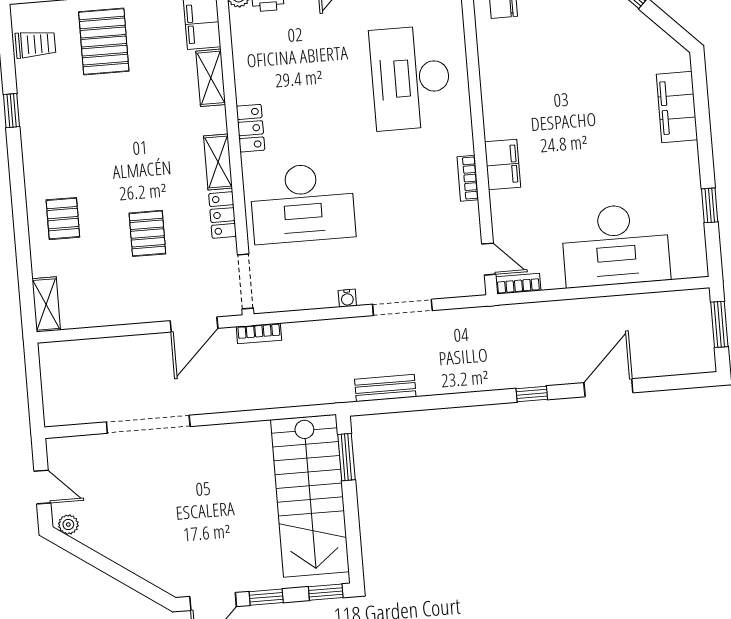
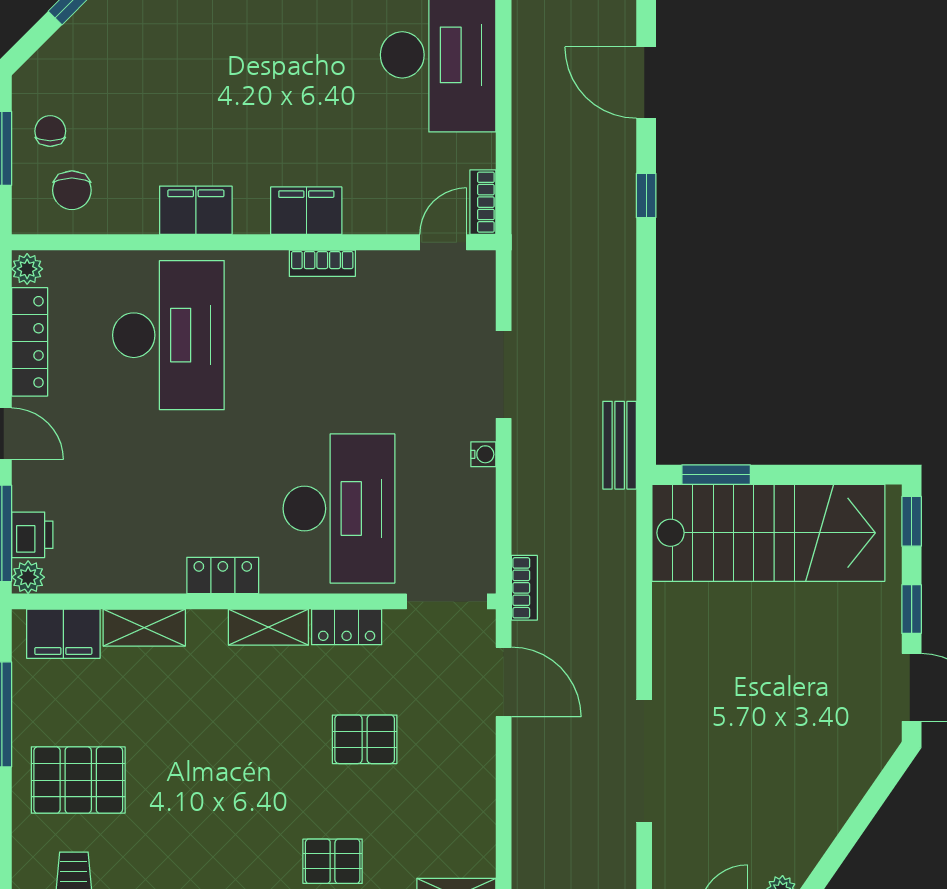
desk: (410, 78) -> (168, 335), turned -90
filing cabinet: (497, 90) -> (196, 210), added
bench: (385, 388) -> (620, 445), moved

